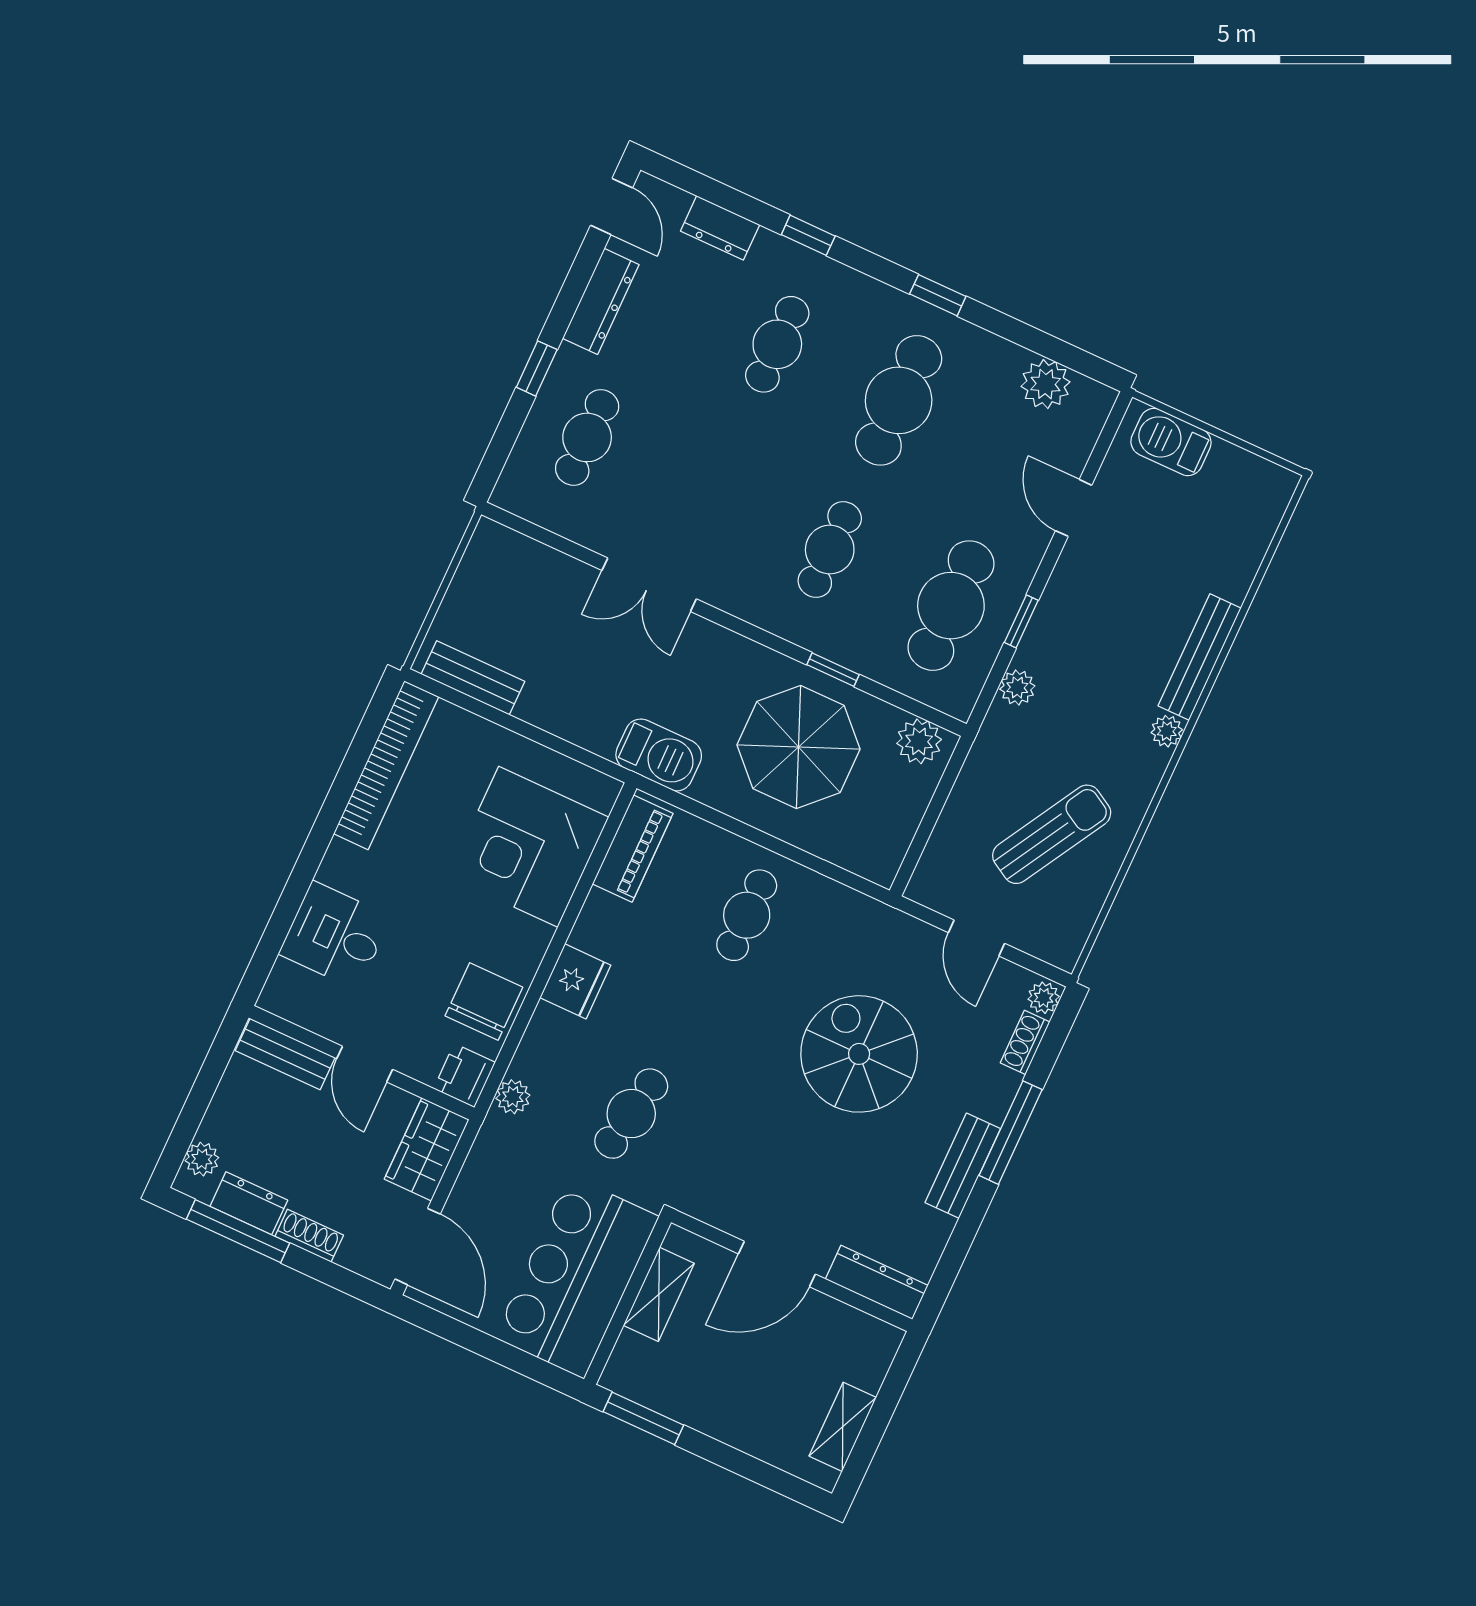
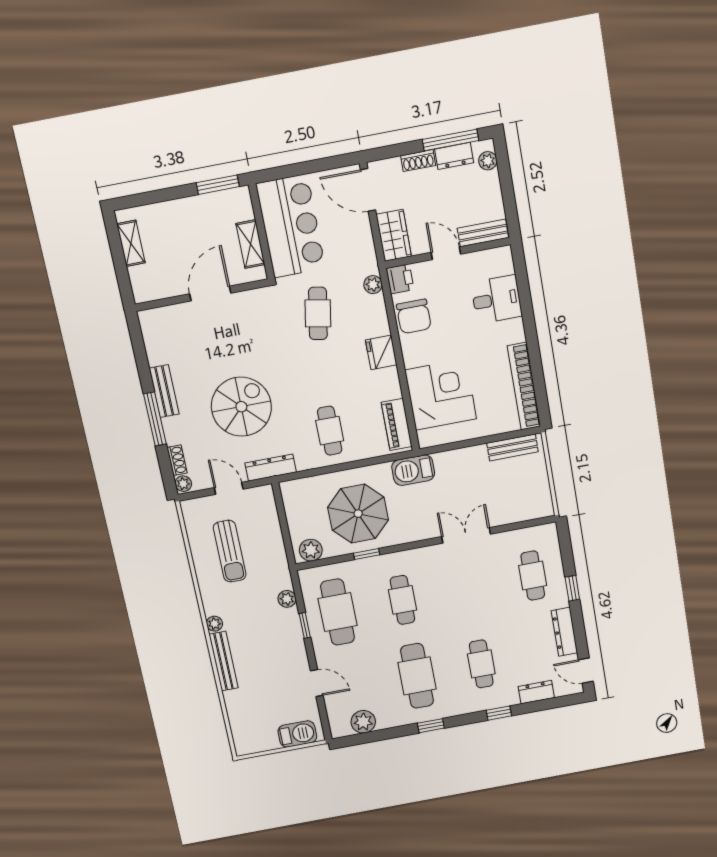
sun lounger: (1052, 834) -> (230, 551), turned -30
spiral stairs: (859, 1054) -> (241, 407), turned -90
dresser: (877, 1282) -> (271, 468), moved, turned 180

